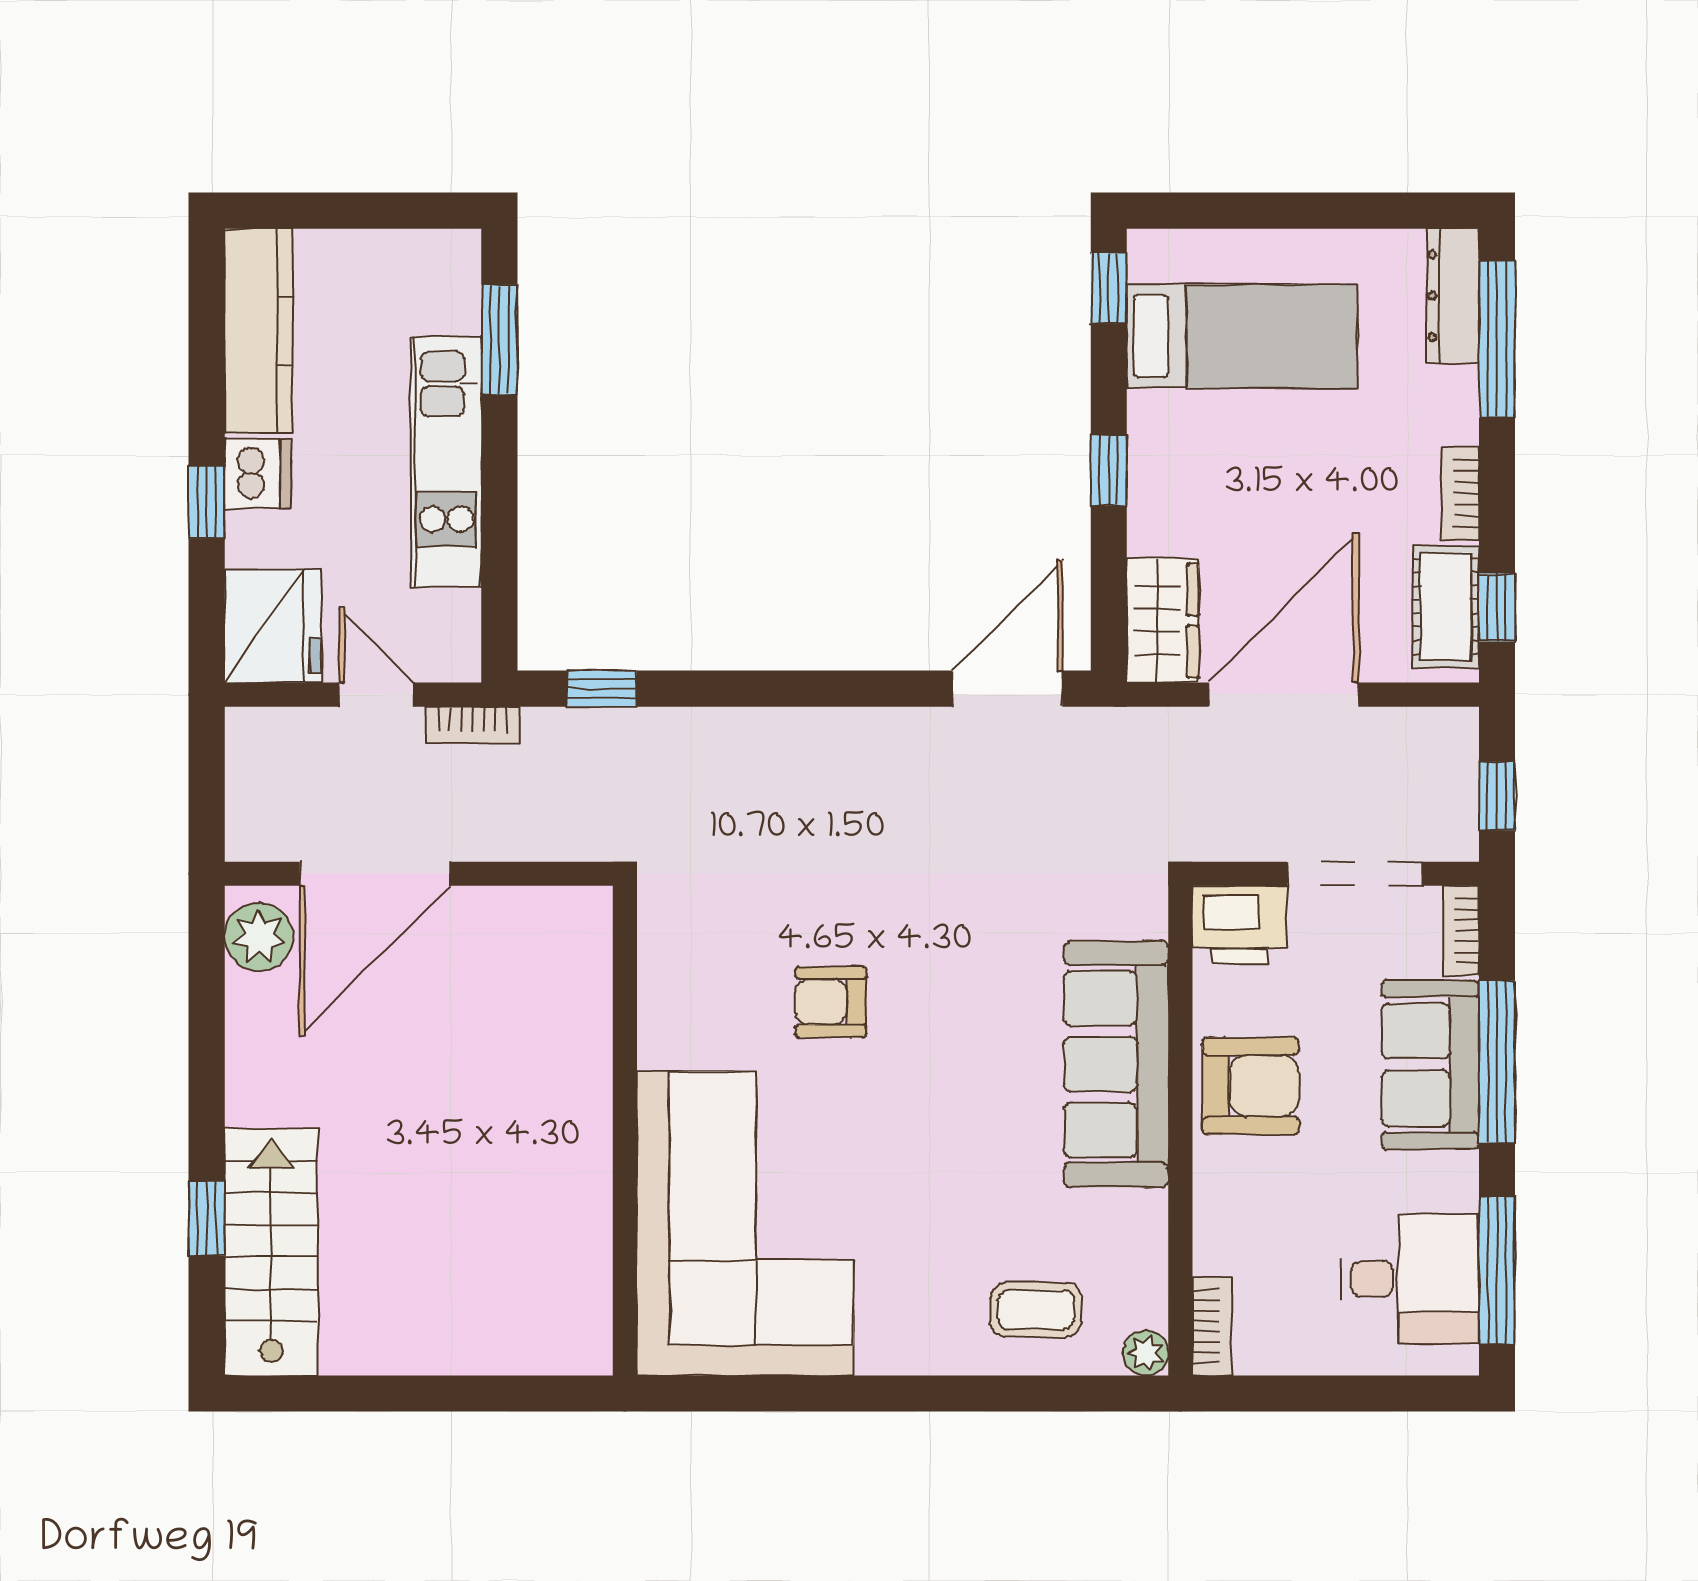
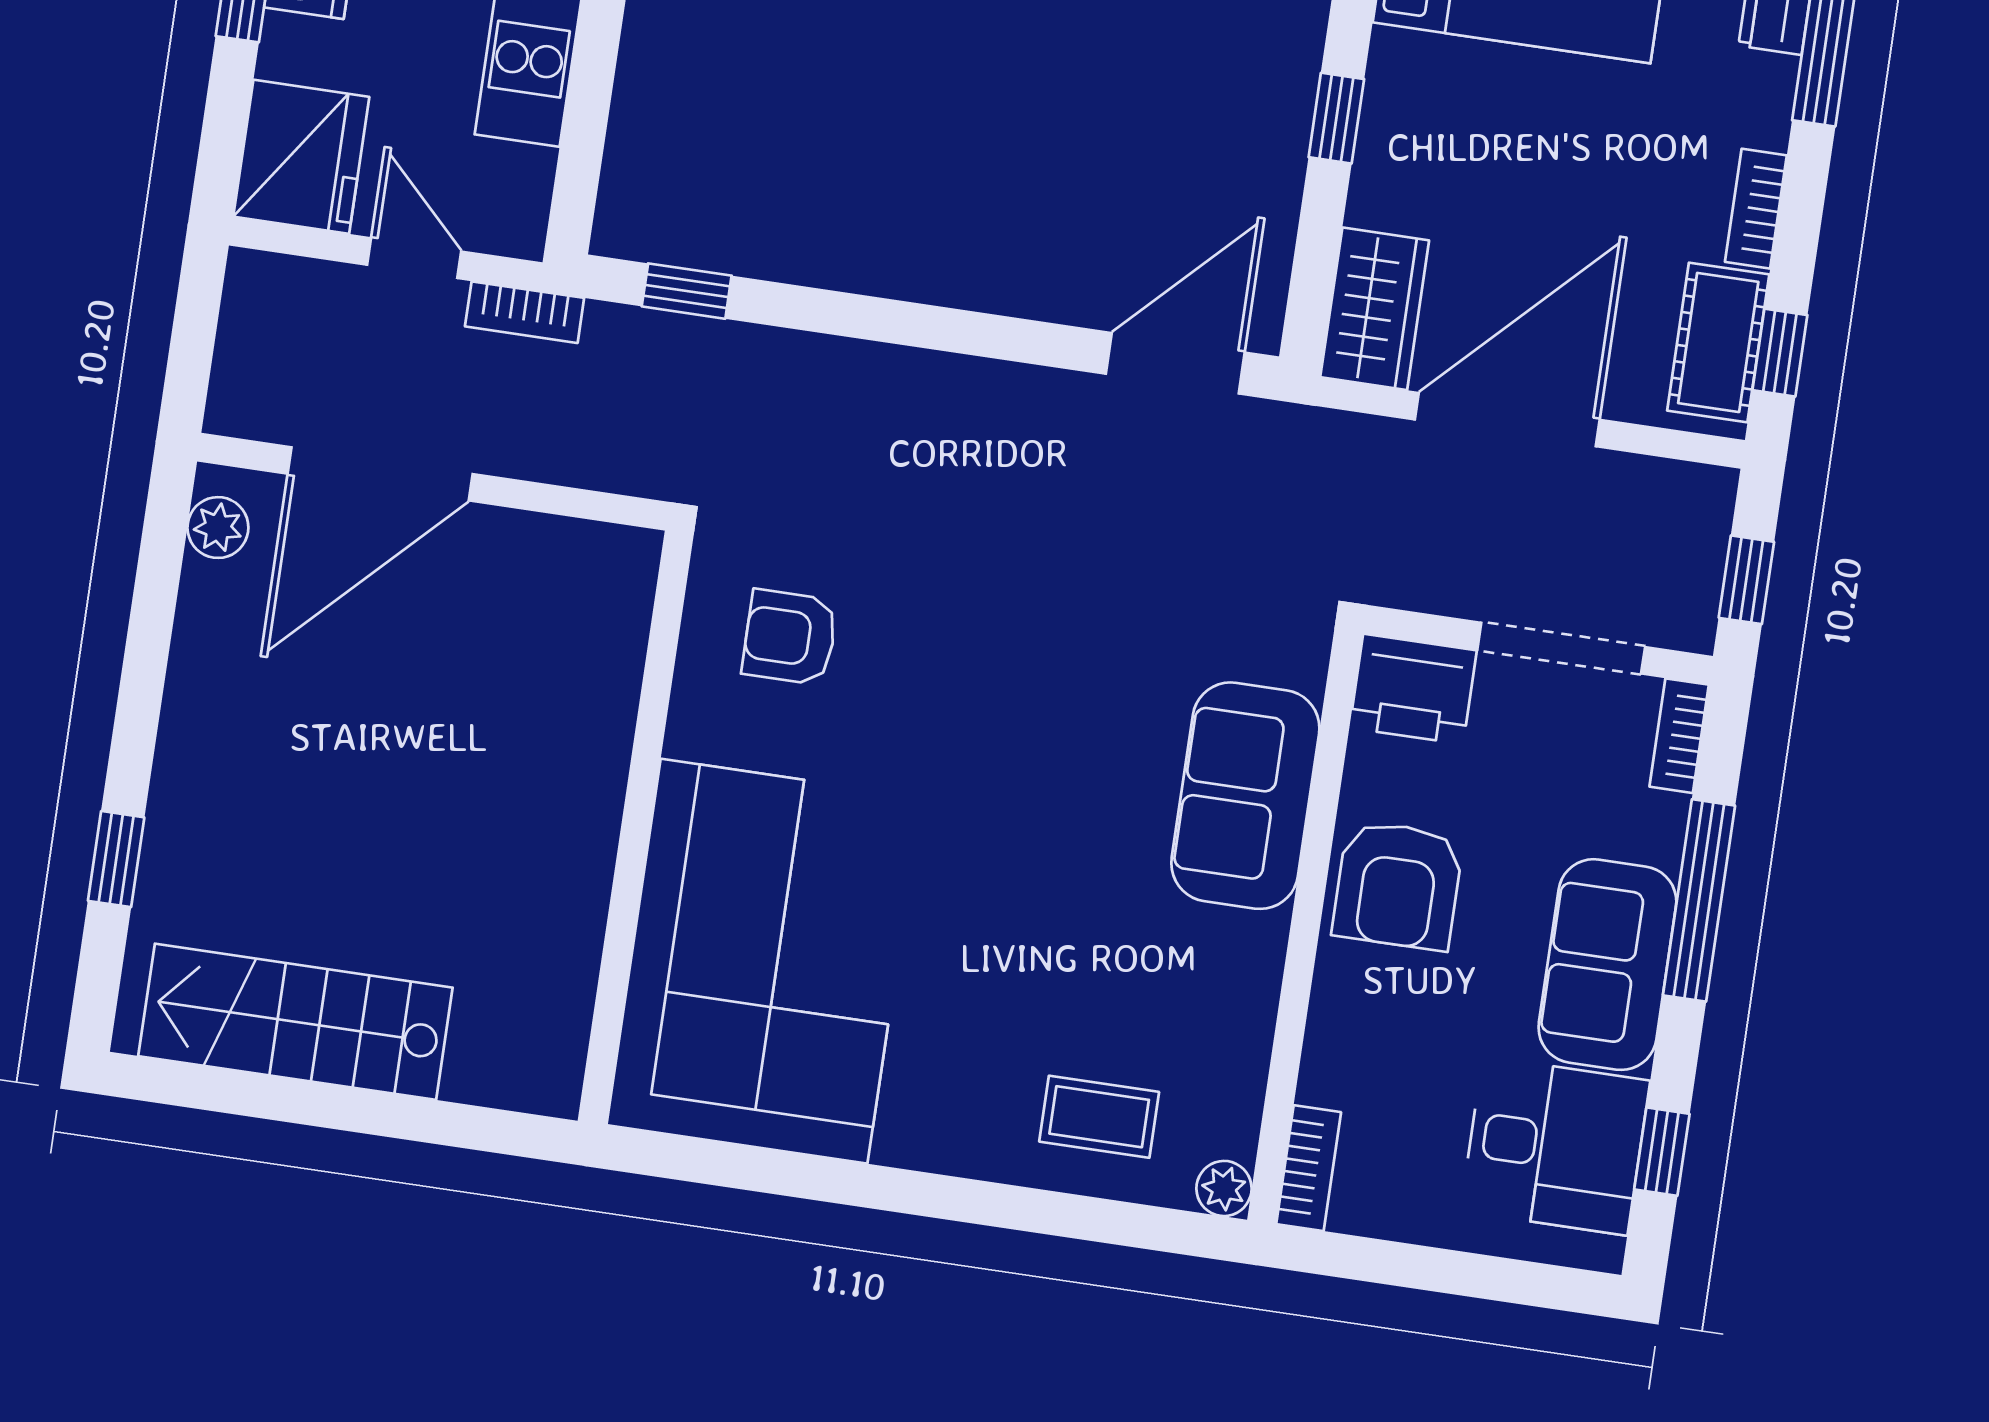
plant: (259, 937) -> (218, 528), width x0.73, depth x0.73
armchair: (831, 1002) -> (790, 637), moved
sofa: (1116, 1064) -> (1245, 796), width x0.73
sofa: (1430, 1065) -> (1607, 965), moved
armchair: (1251, 1086) -> (1398, 885), turned 90
stairs: (271, 1252) -> (295, 1022), moved, turned -90
window: (1497, 1270) -> (1662, 1152), width x0.46

